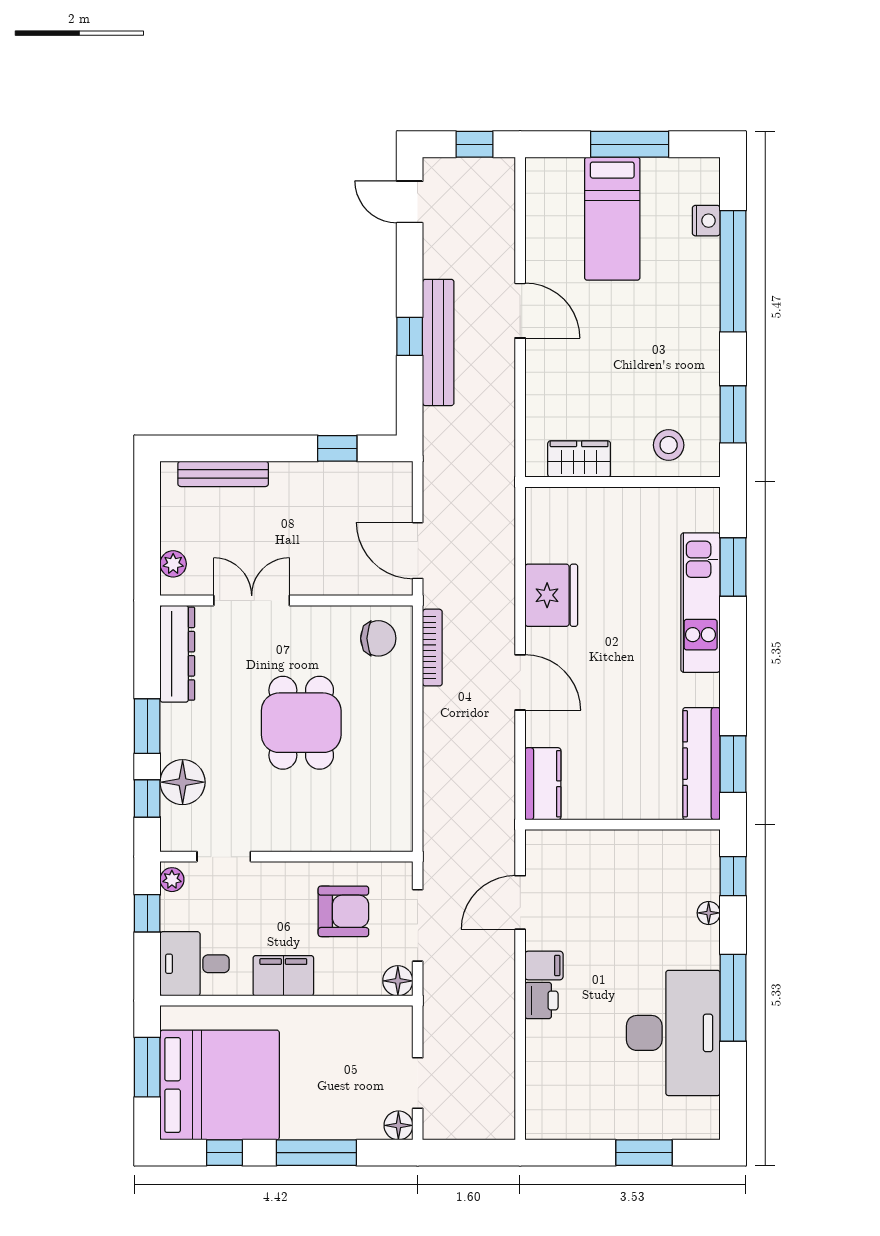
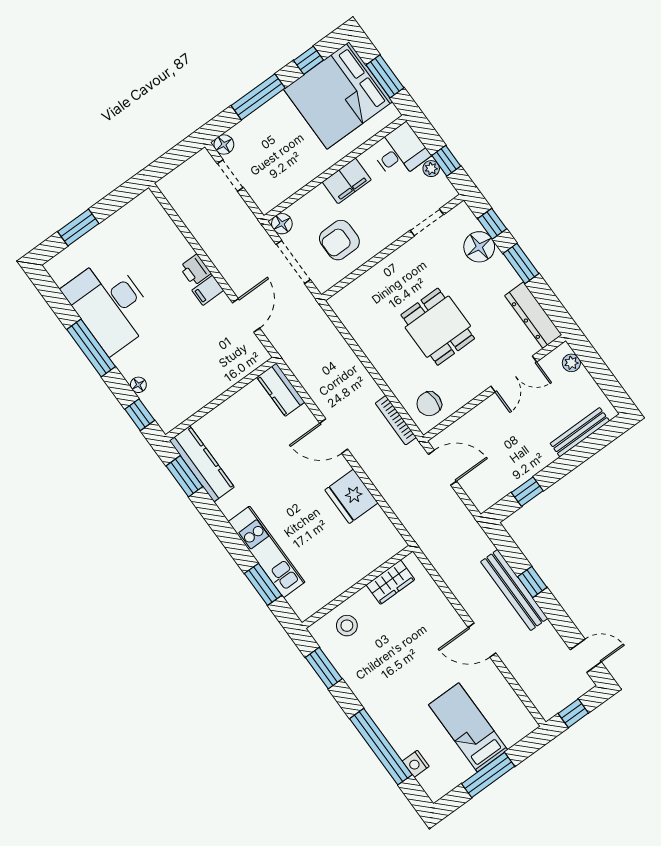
plant: (172, 880) -> (431, 169), moved

